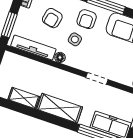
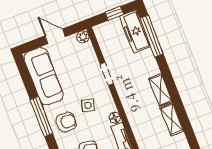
side table: (75, 39) -> (88, 105), moved
shelving: (60, 108) -> (161, 90), width x0.67, depth x0.75

